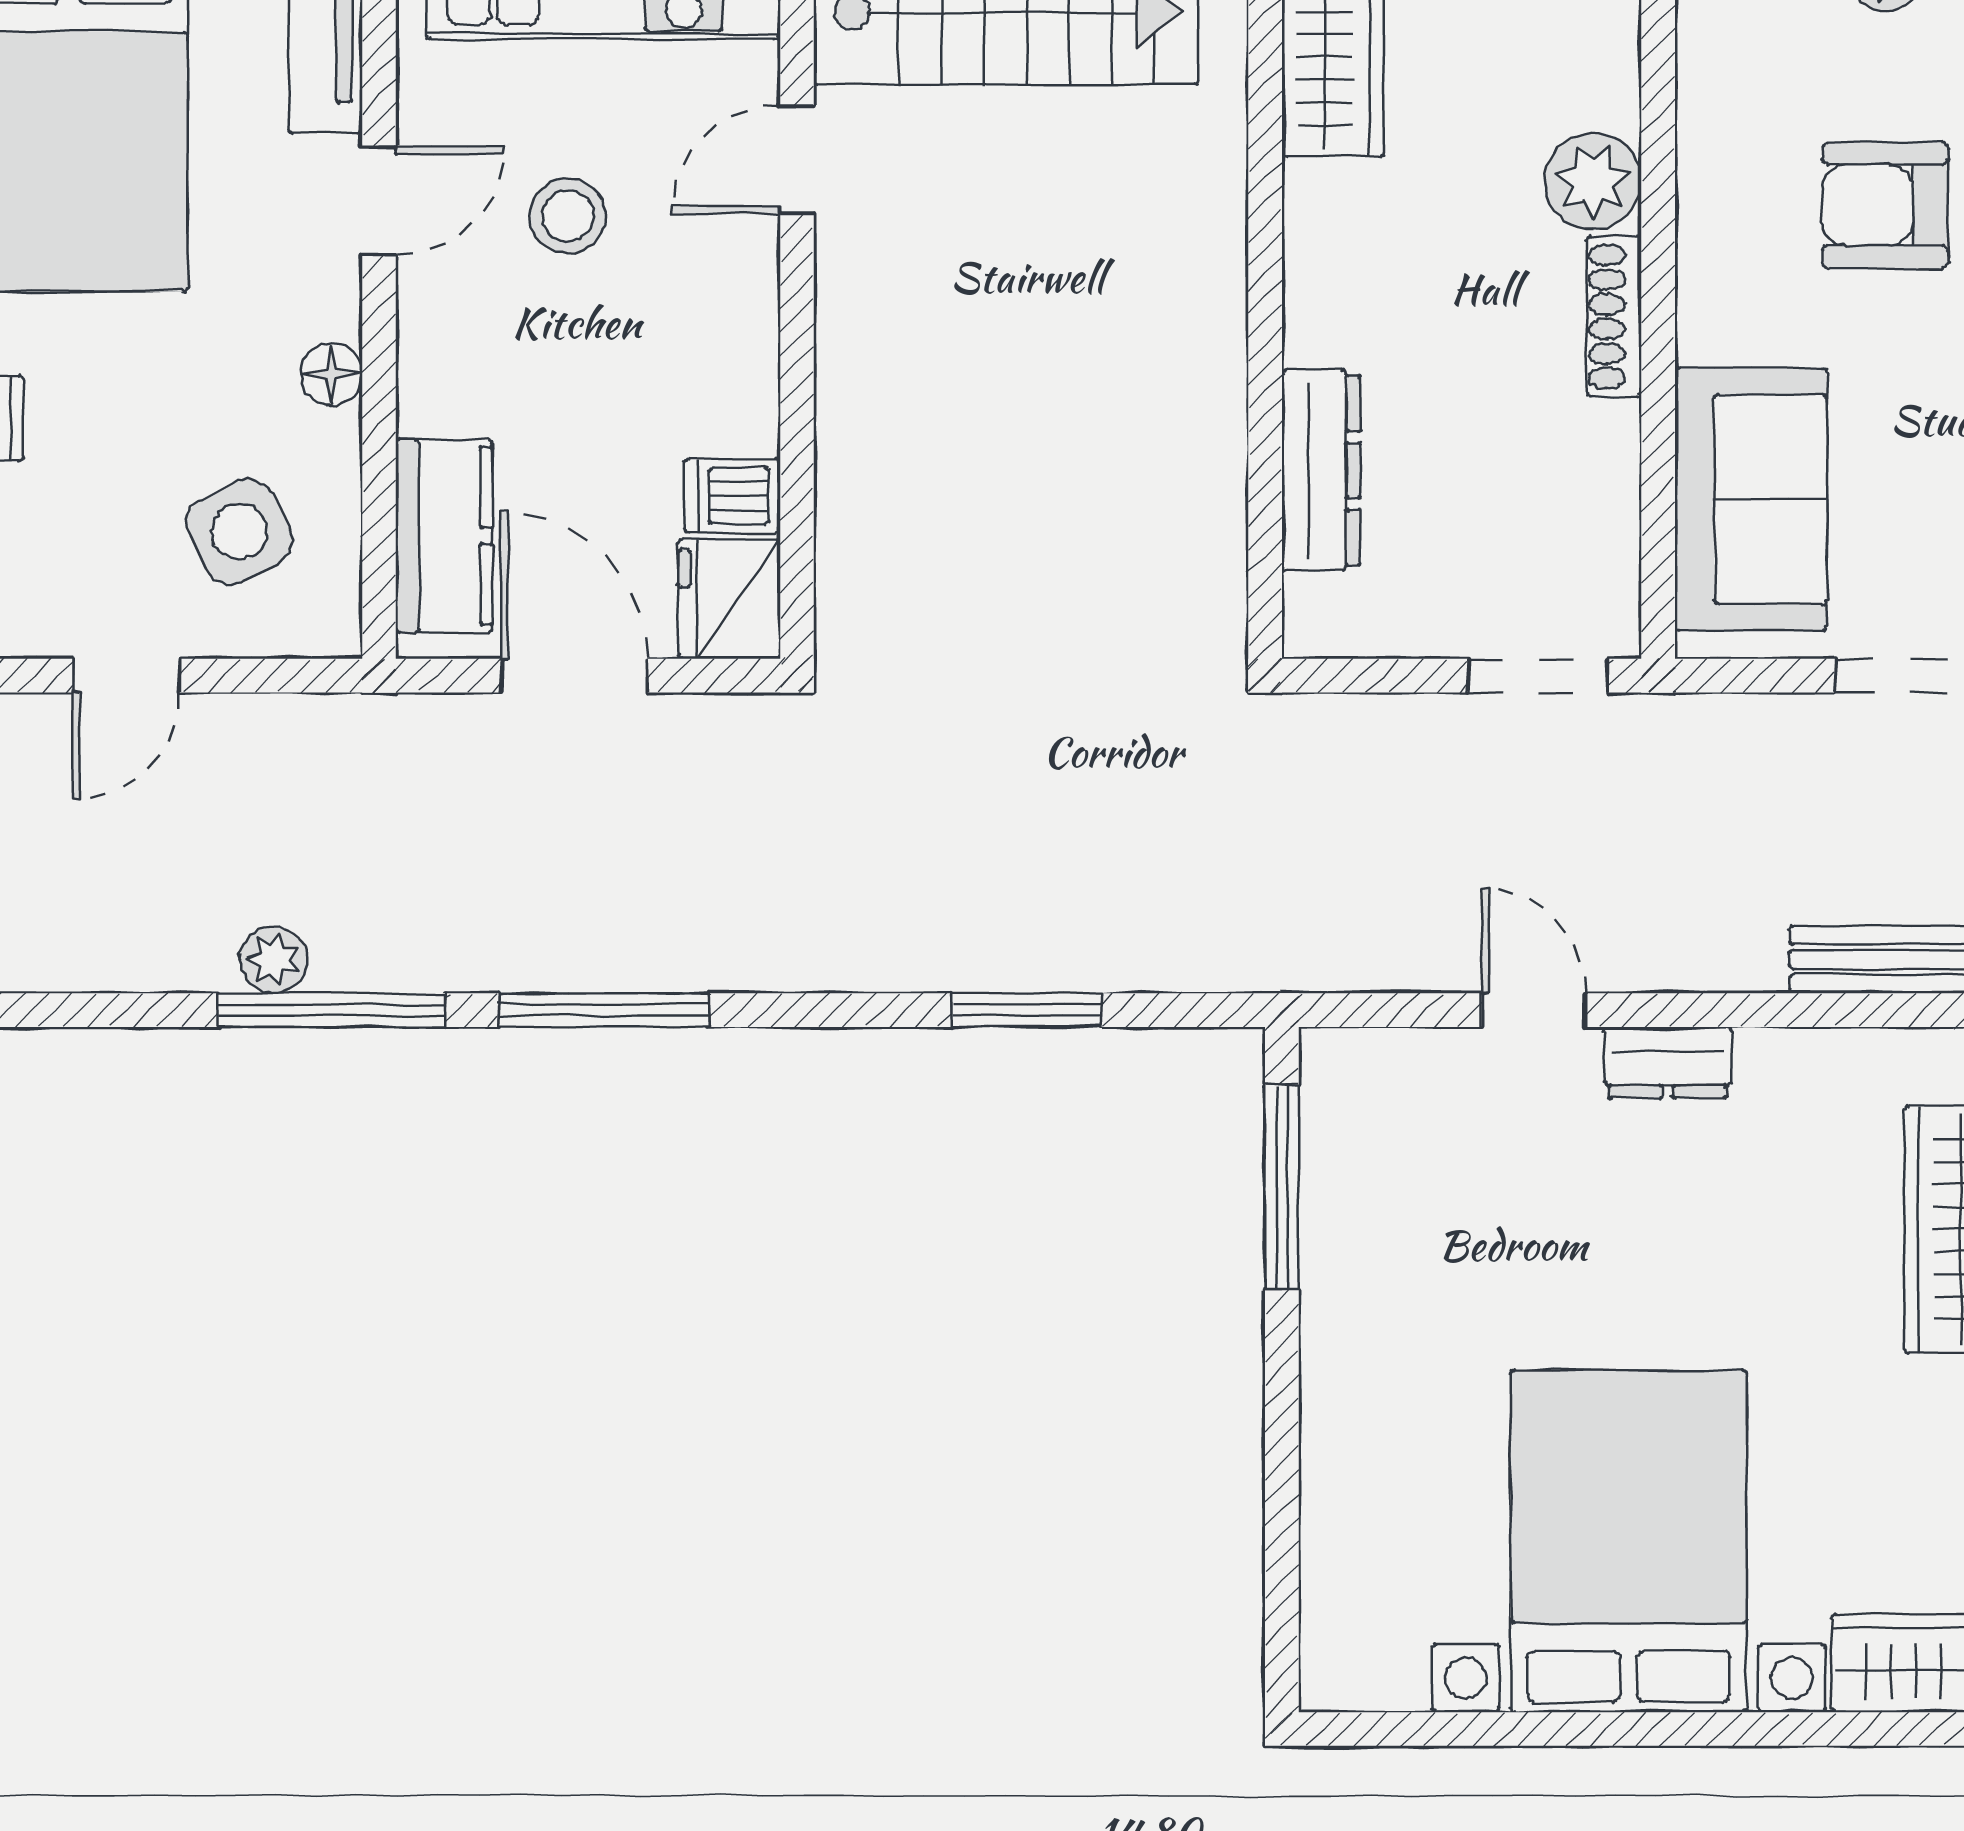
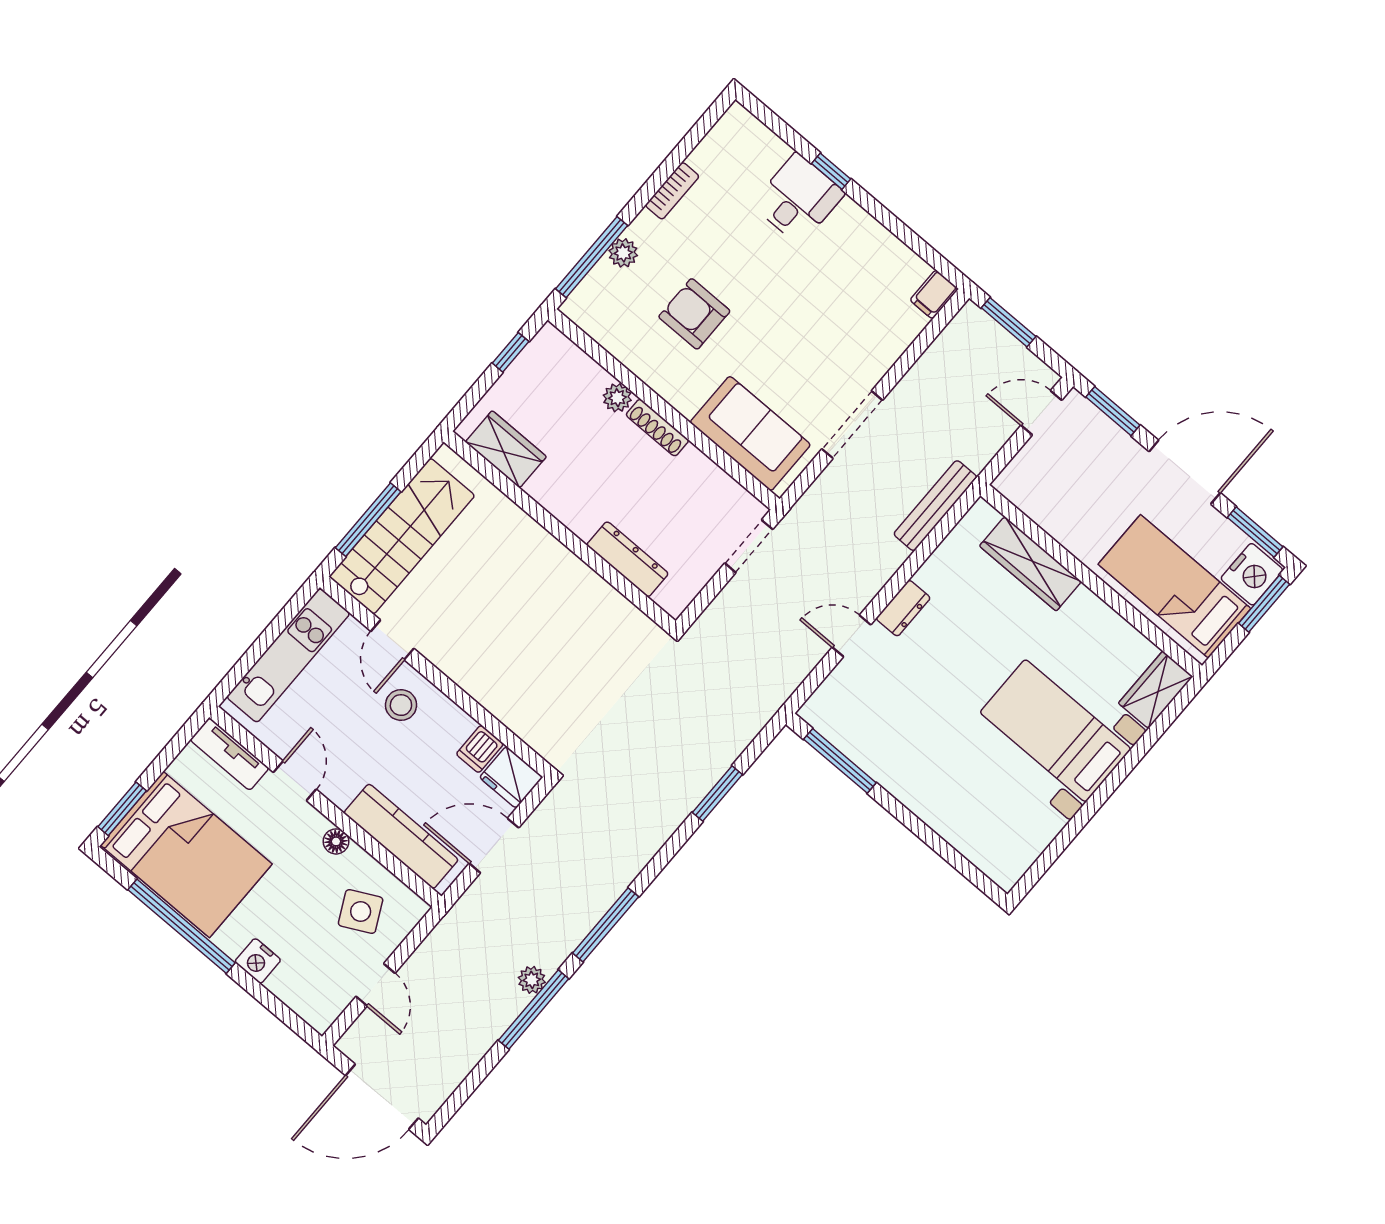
plant: (1593, 181) -> (617, 398), width x0.73, depth x0.73
armchair: (1885, 205) -> (694, 314), turned 90
stool: (568, 216) -> (401, 705), moved
kitchen counter: (444, 536) -> (401, 836), width x1.50
plant: (274, 960) -> (532, 980), moved
bed with nightstands: (1629, 1541) -> (1055, 731), width x0.73

